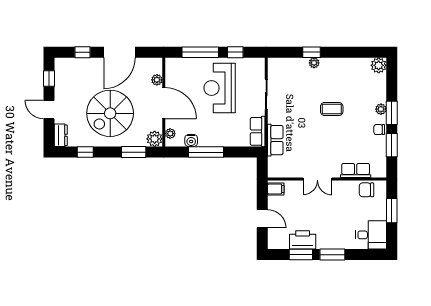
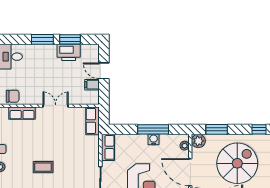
row of seats: (275, 140) -> (93, 121), moved
water cooler: (191, 141) -> (154, 139), moved
filing cabinet: (276, 189) -> (92, 85), moved

